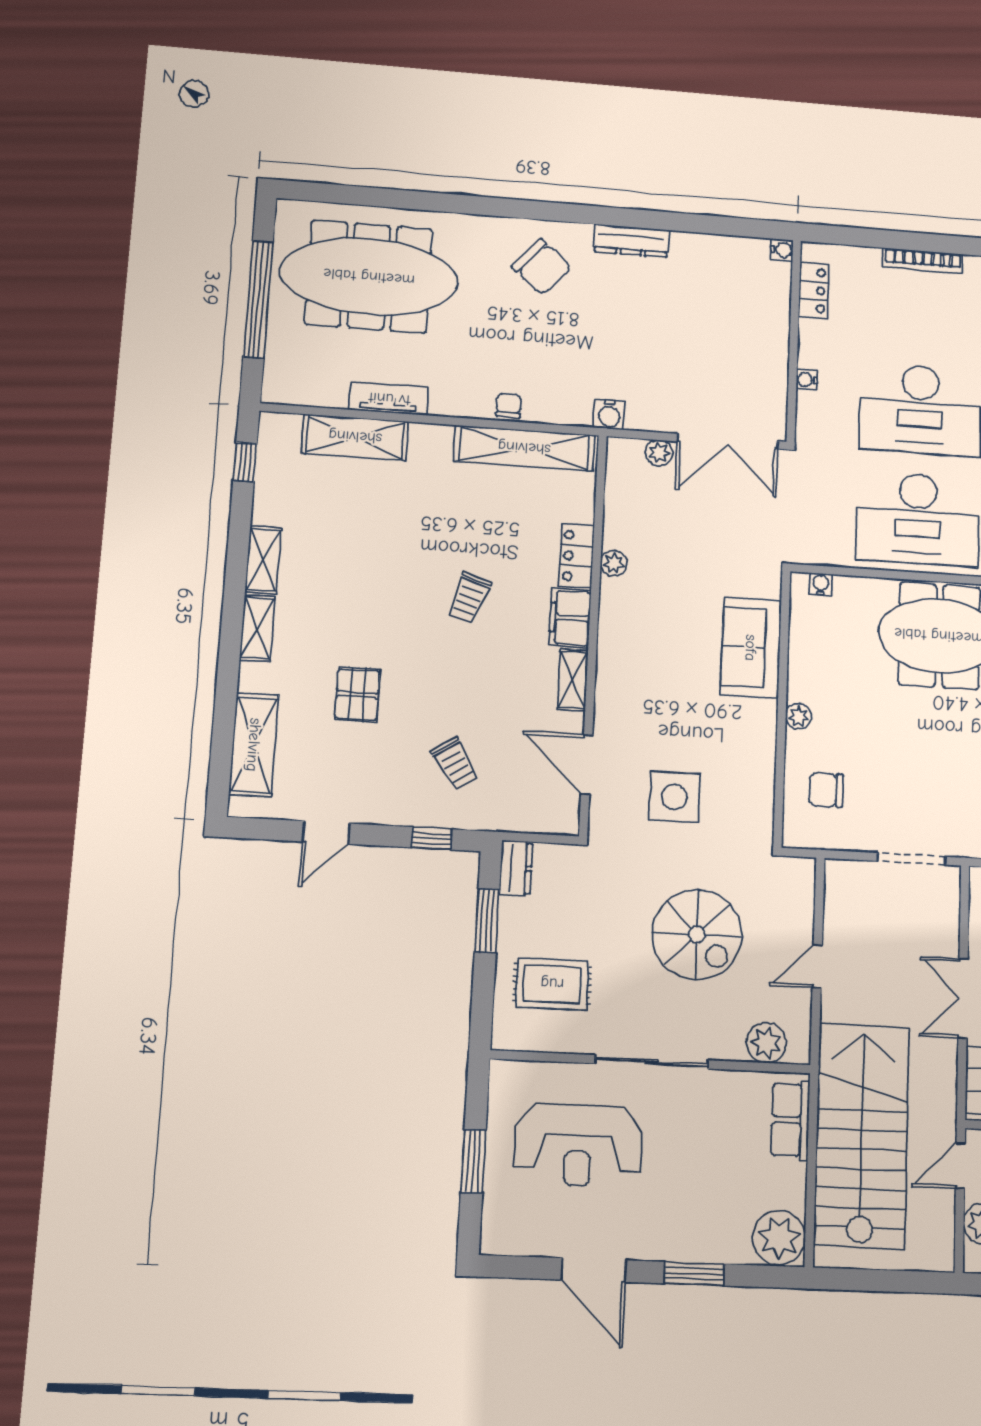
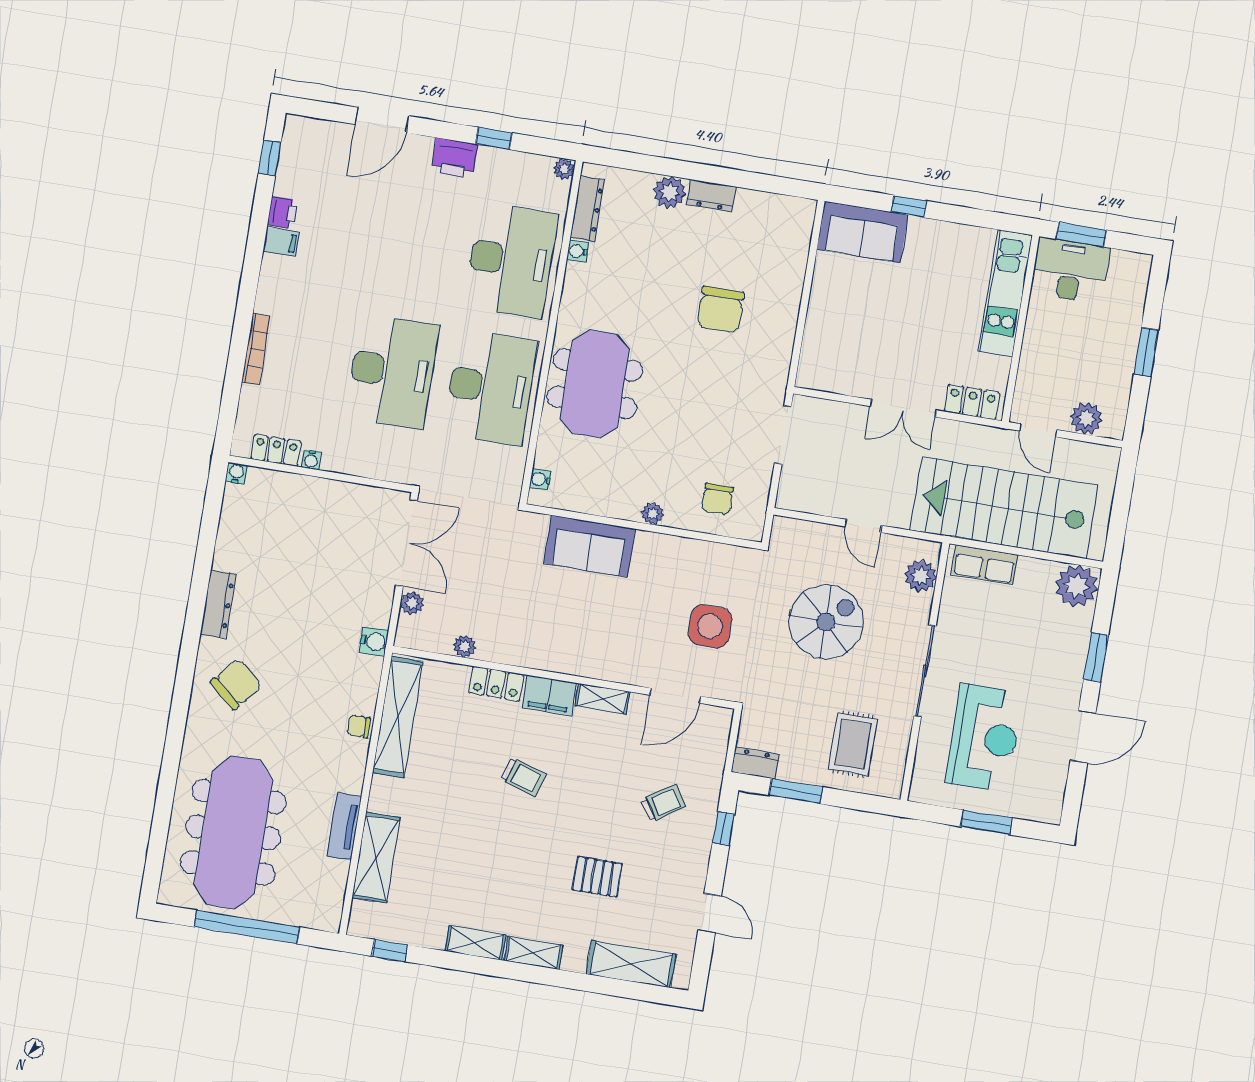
water cooler: (807, 380) -> (311, 460), moved
plant: (614, 563) -> (465, 646), moved

